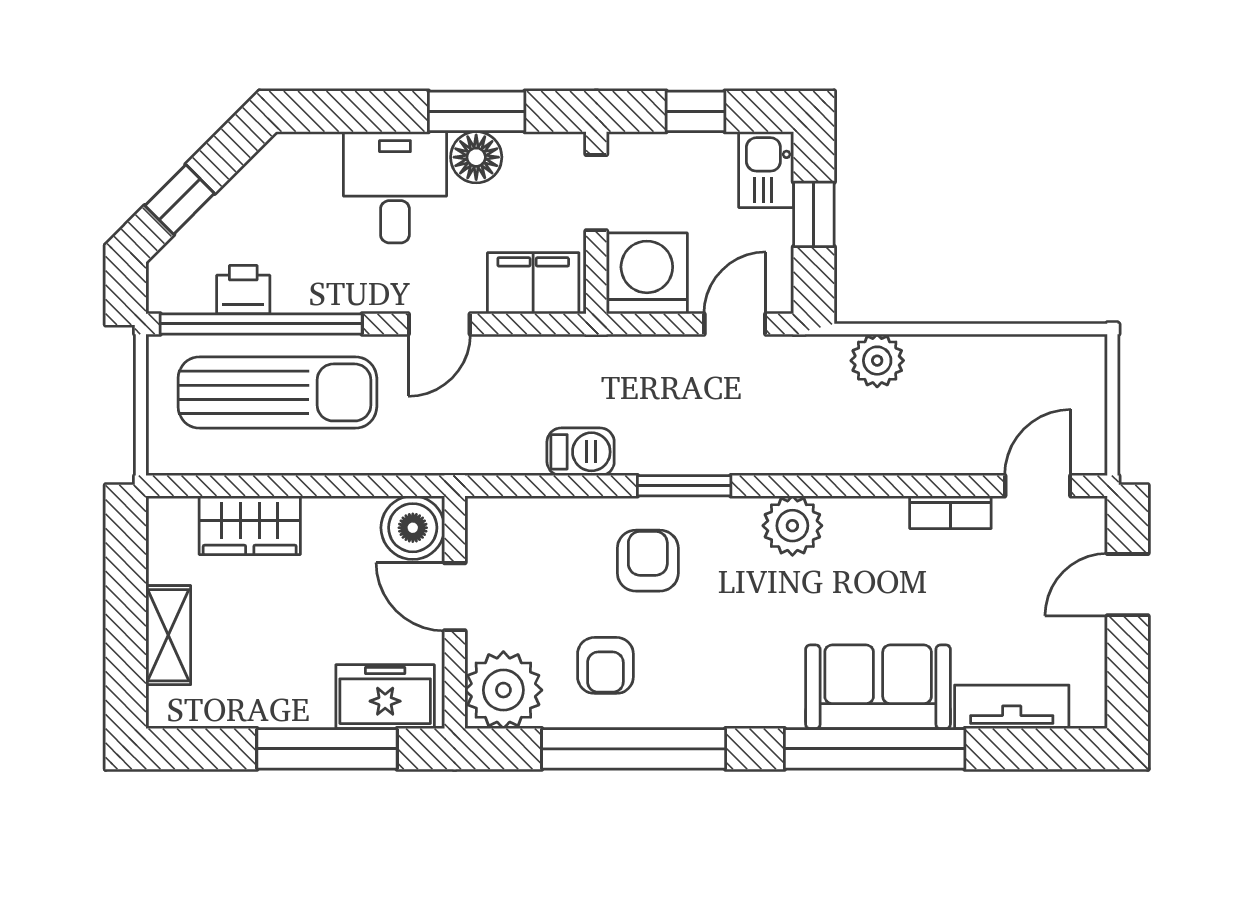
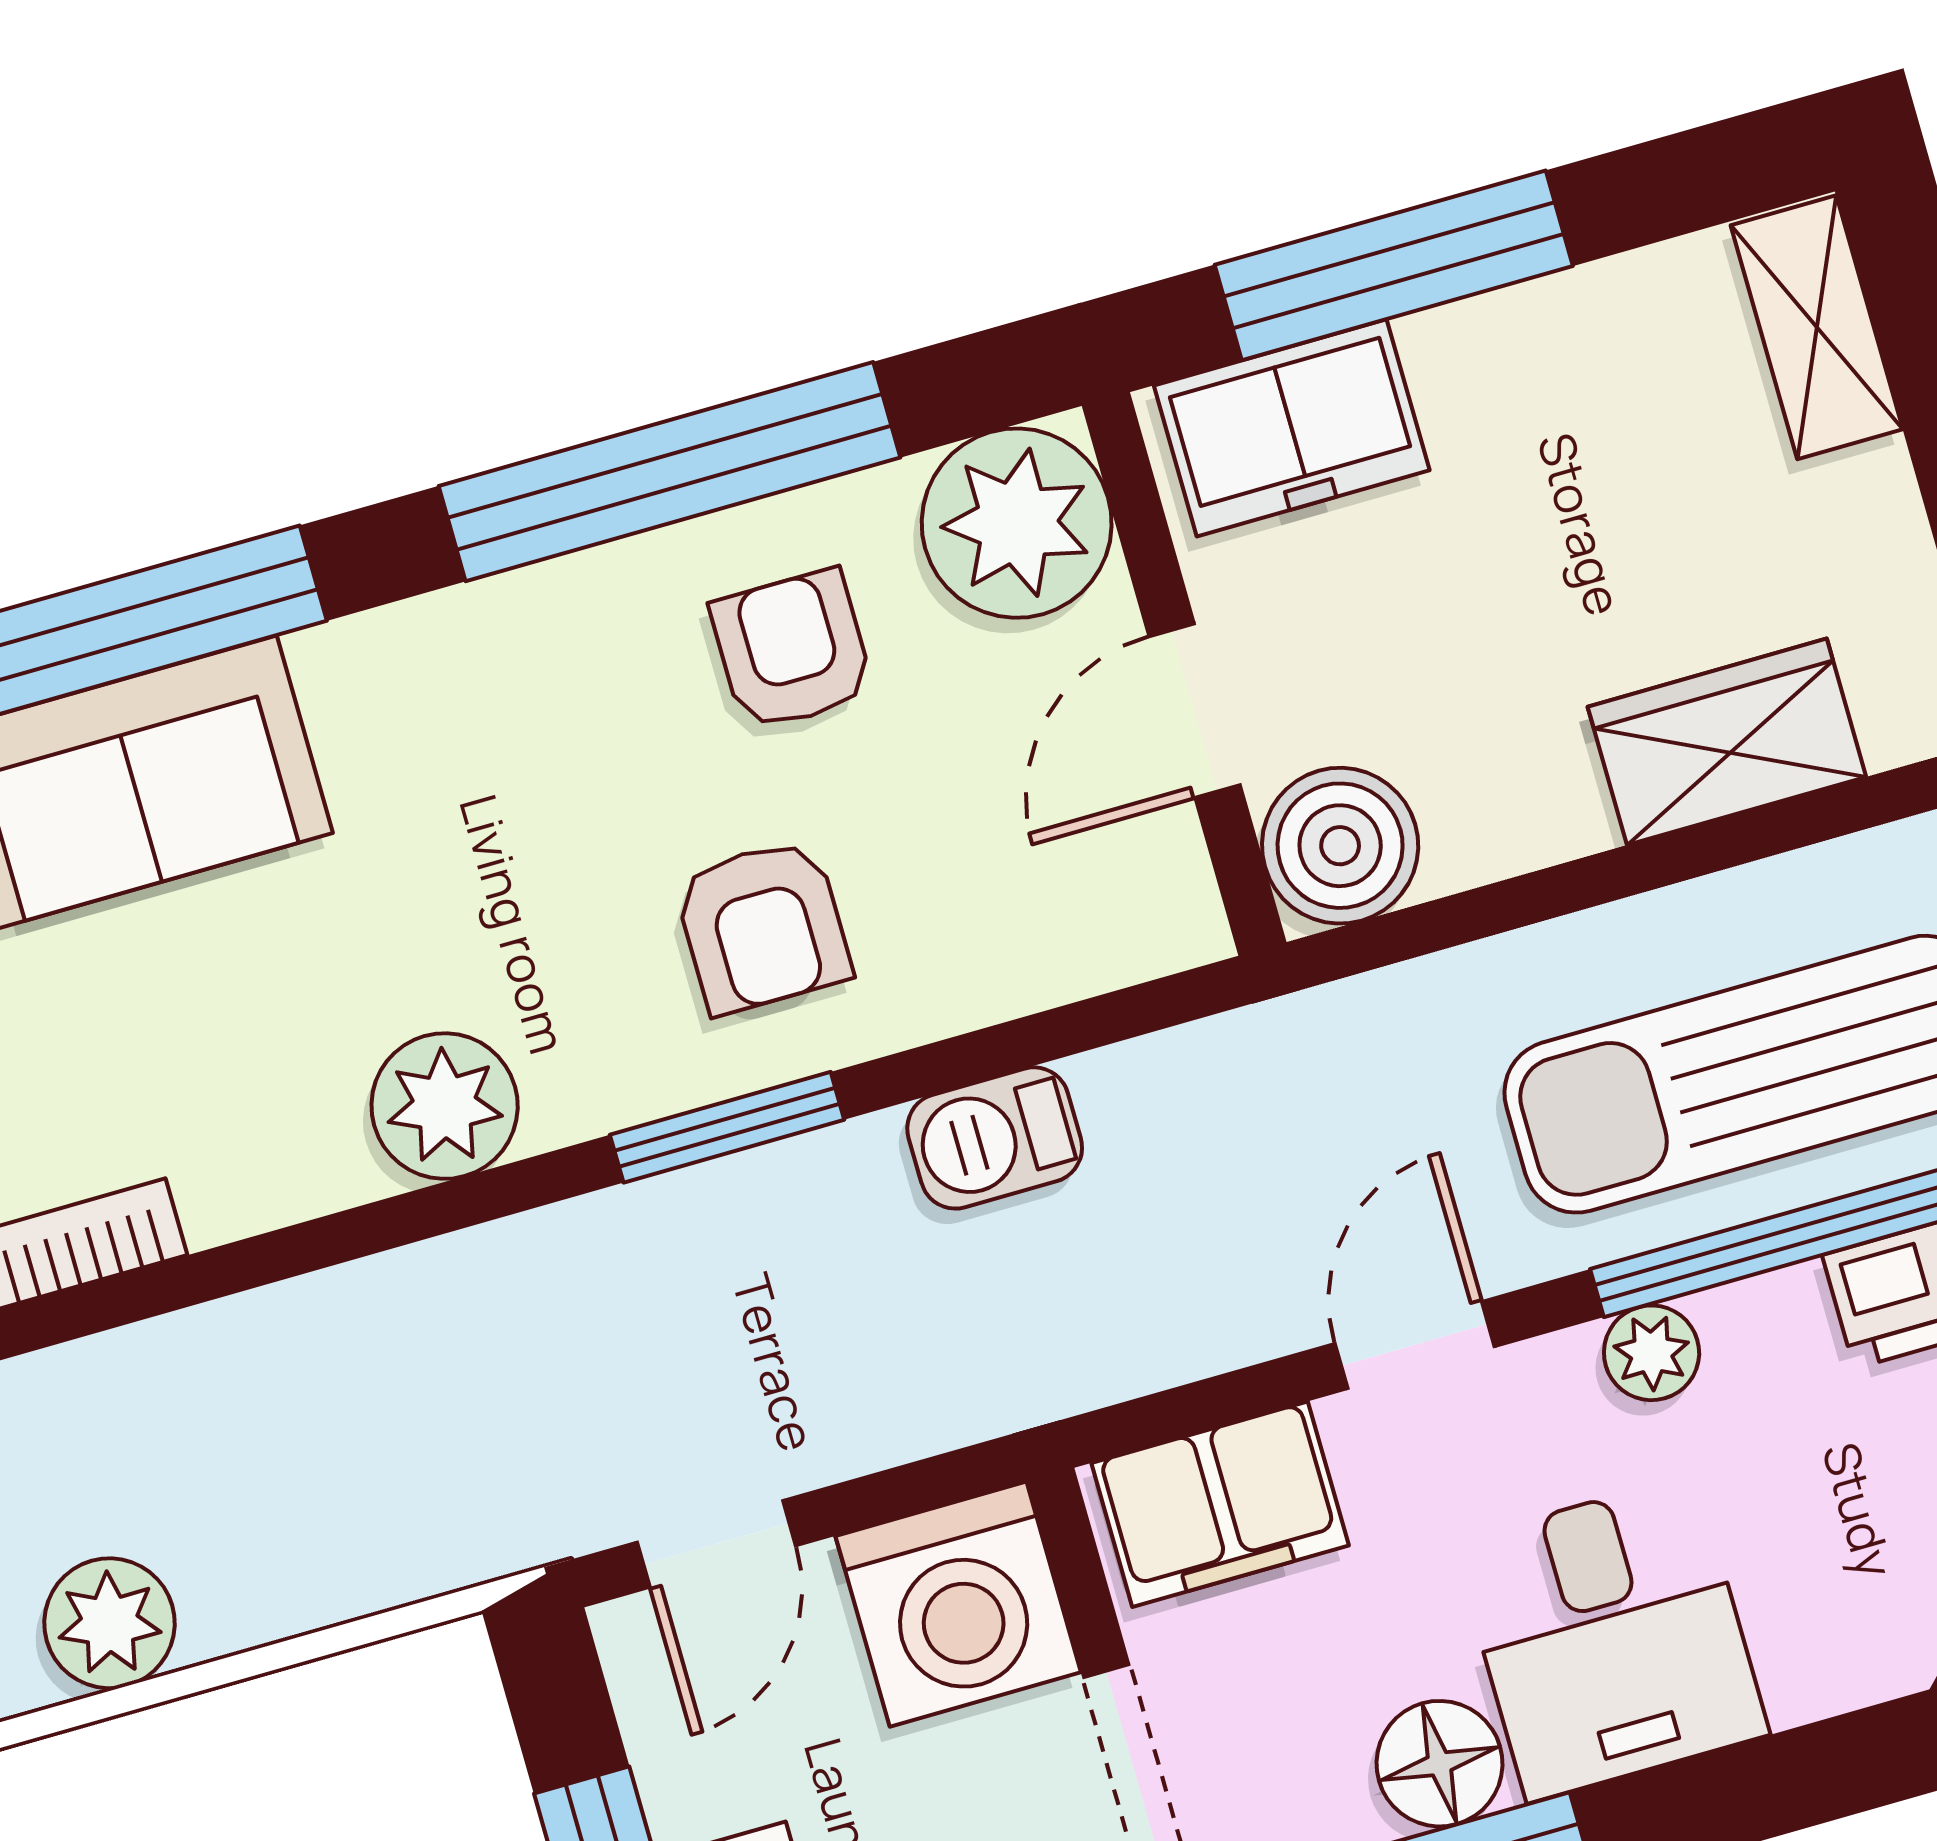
plant: (347, 294) -> (1652, 1353), added
plant: (877, 361) -> (109, 1623), moved
door: (455, 597) -> (1195, 711), swing flipped
shelving: (168, 635) -> (1817, 327), moved

